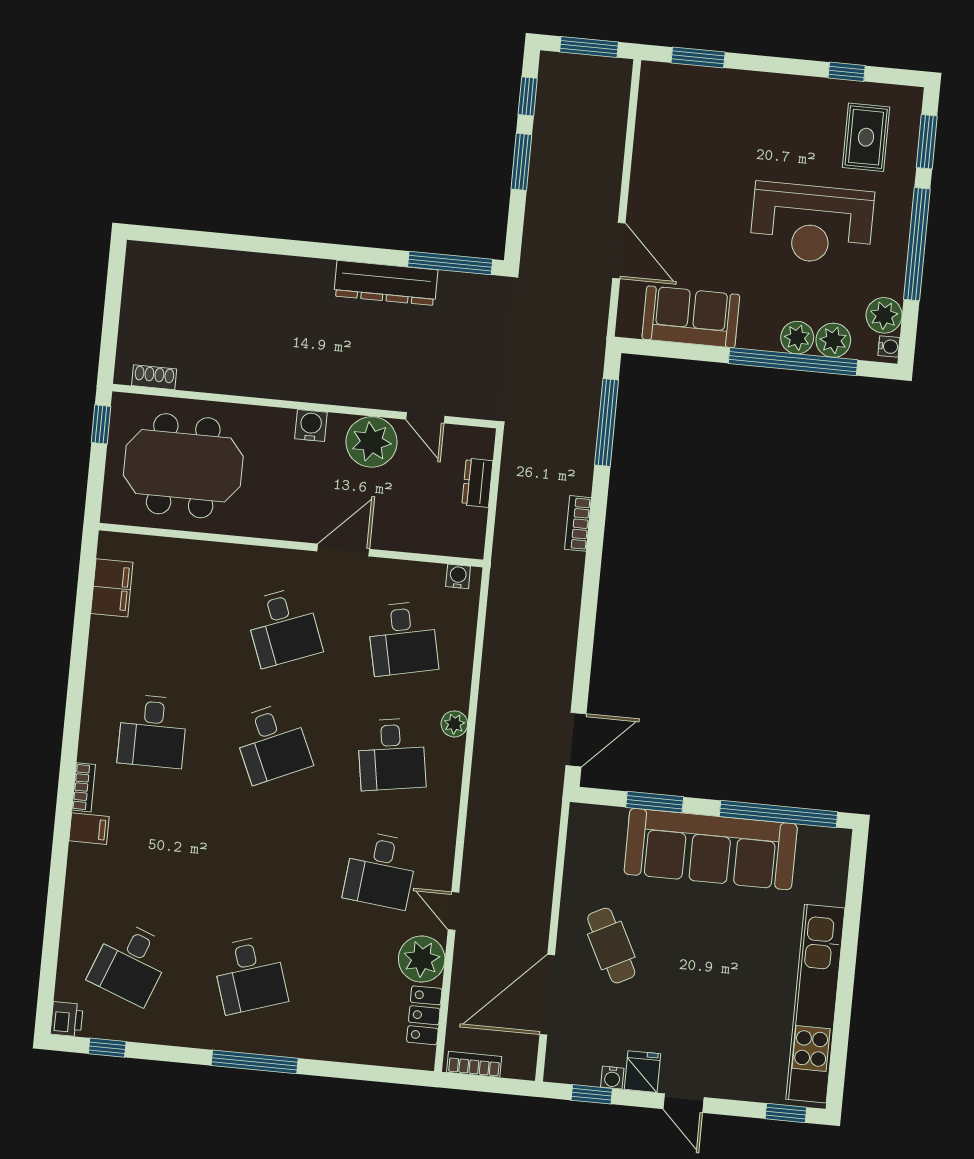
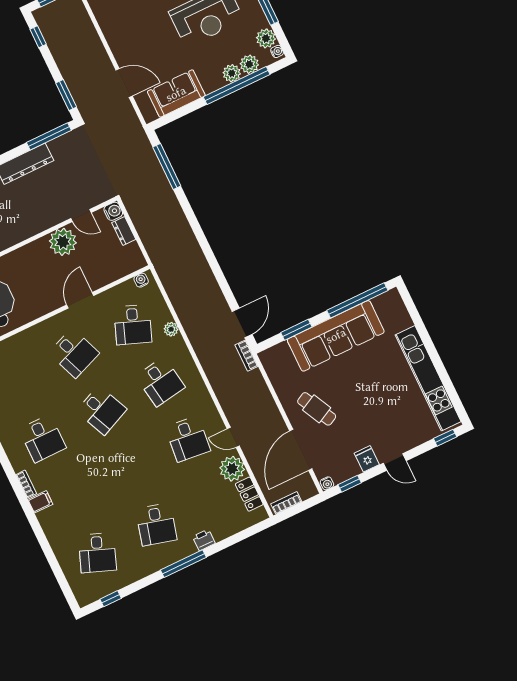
window: (521, 162) -> (66, 95), moved
water cooler: (311, 425) -> (113, 211), moved, turned 90
bookcase: (578, 523) -> (247, 356), moved
desk: (403, 638) -> (133, 325), turned 33
plant: (454, 724) -> (171, 329), moved
desk: (250, 974) -> (156, 524), turned 33
printer: (67, 1019) -> (204, 540), moved, turned -90
water cooler: (612, 1078) -> (327, 483), moved

